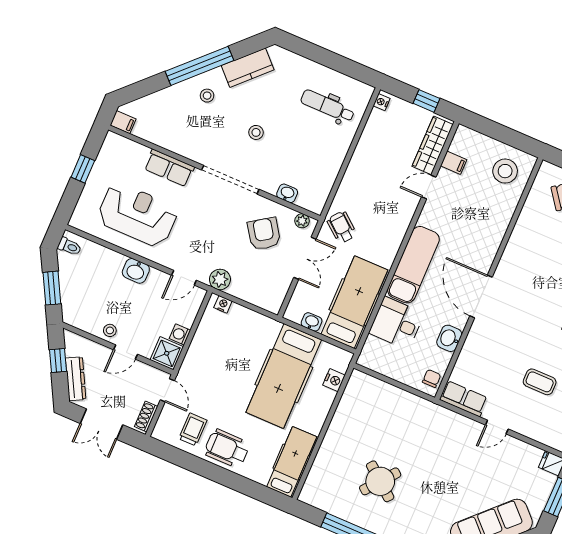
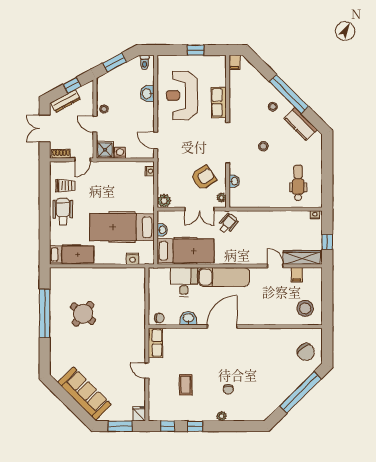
reception desk: (137, 215) -> (182, 95), turned 180
washbasin: (136, 271) -> (147, 94), moved
plant: (220, 279) -> (164, 201), moved

